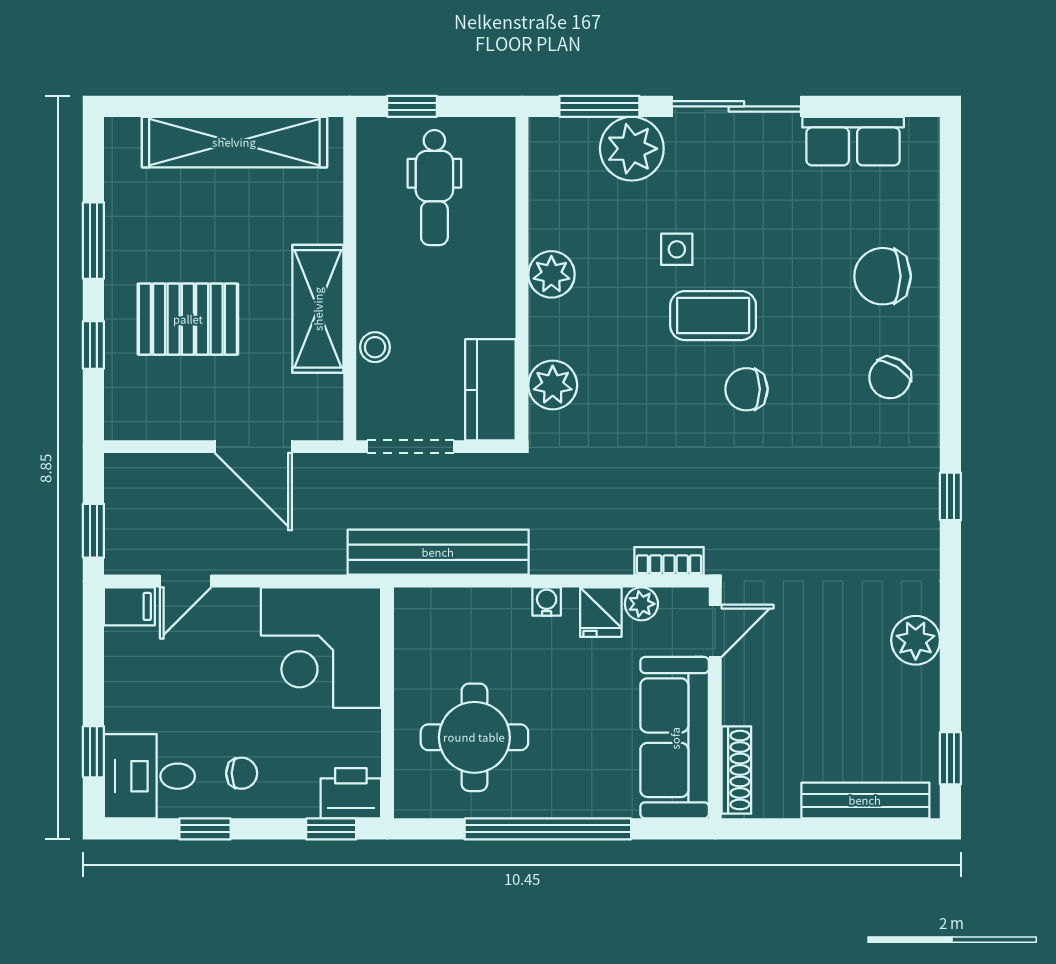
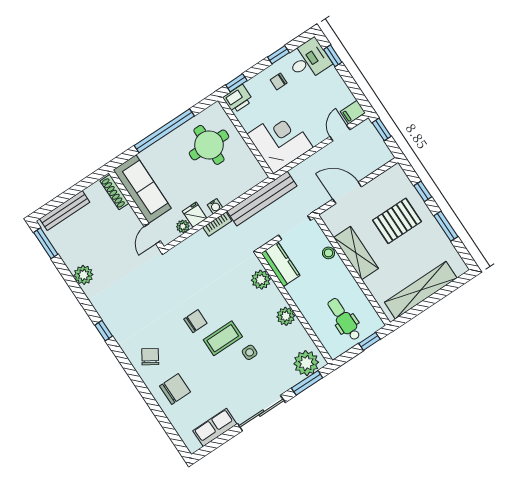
plant: (632, 149) -> (306, 363), moved
bookcase: (669, 561) -> (217, 224), moved
window: (950, 758) -> (46, 243), width x1.50

